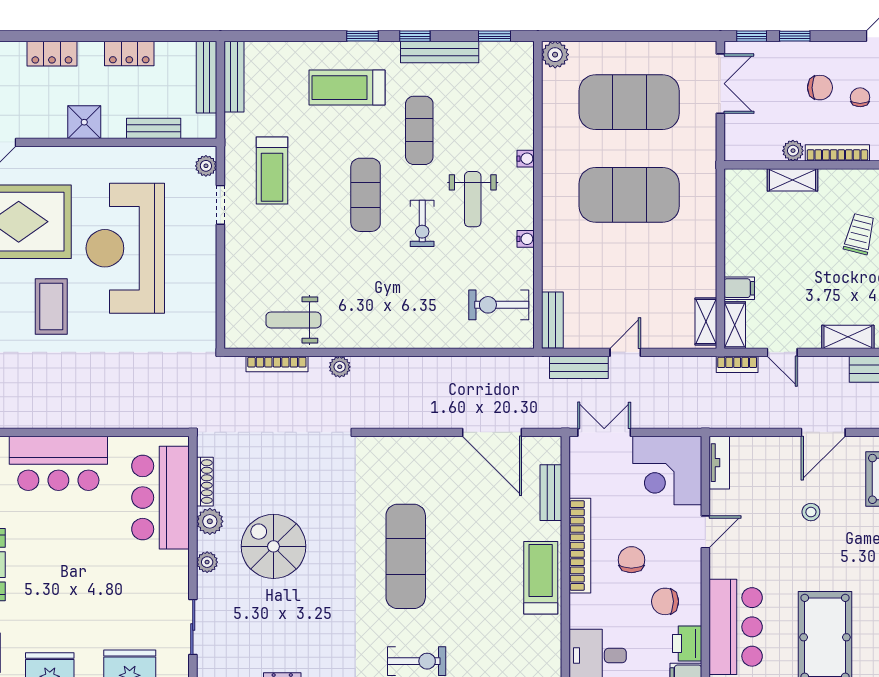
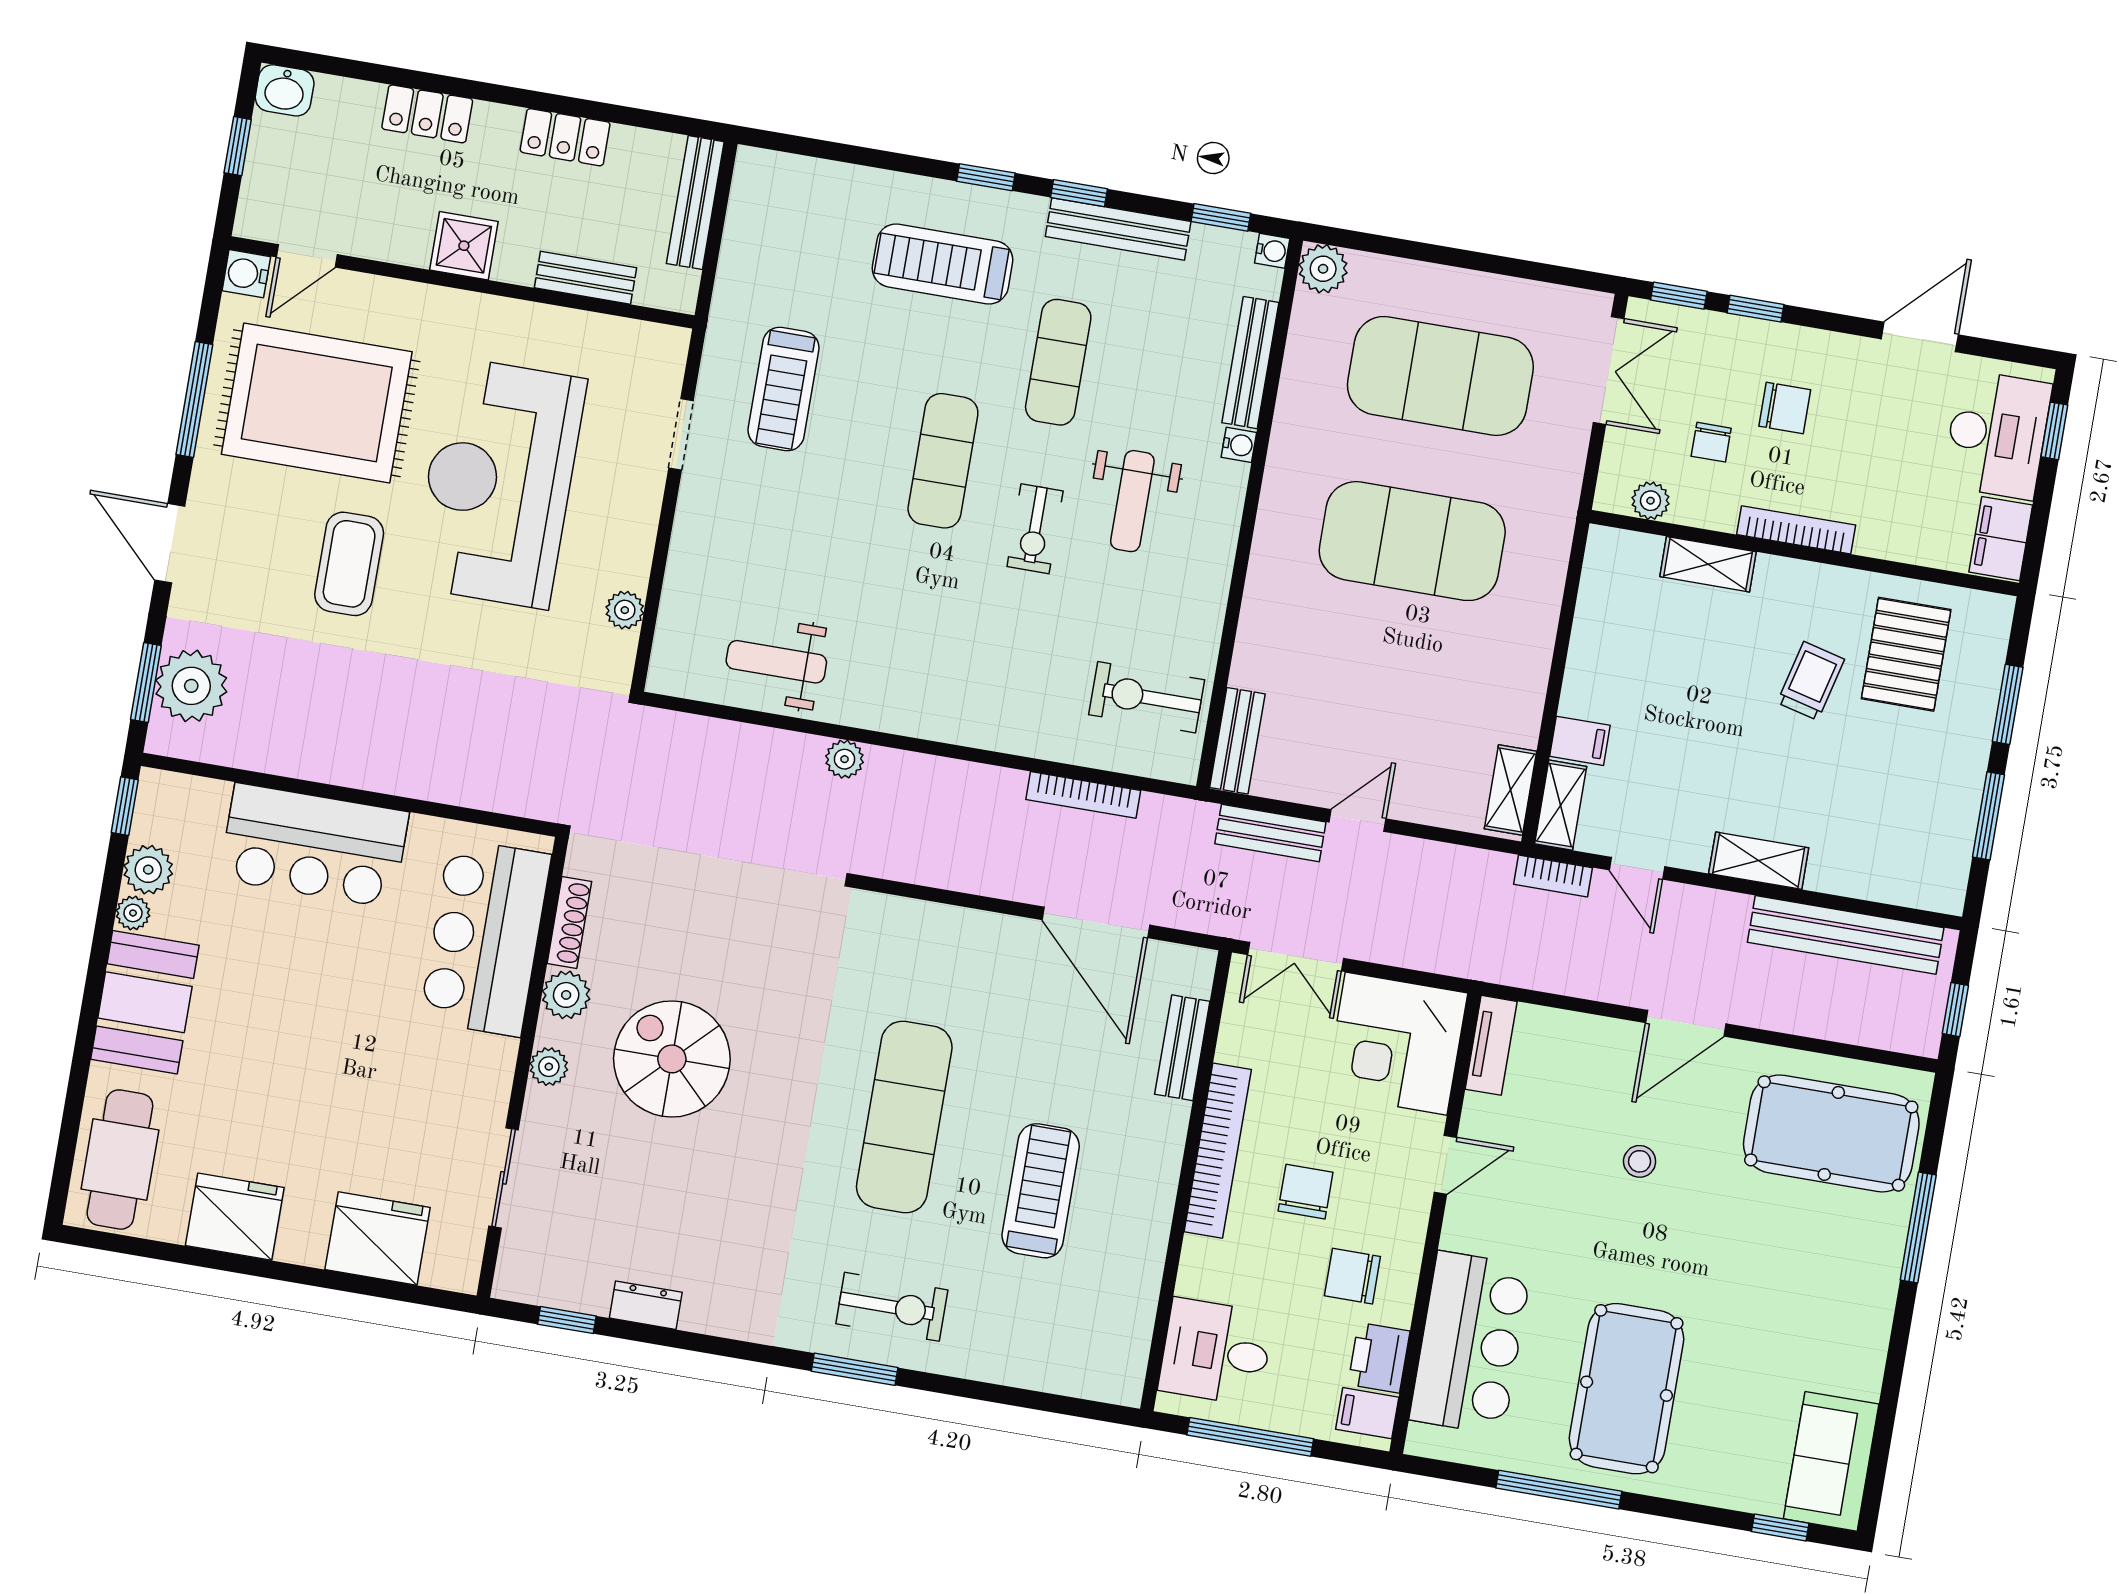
bench: (234, 77) -> (1250, 363), moved
chair: (860, 97) -> (1711, 442), moved, turned 180
plant: (793, 151) -> (1650, 501), moved
plant: (206, 166) -> (625, 610), moved
water cooler: (526, 239) -> (1272, 251), moved
bookcase: (277, 364) -> (1083, 795), moved
double door: (604, 432) -> (1296, 957), swing flipped
treadmill: (541, 578) -> (1041, 1191), moved

